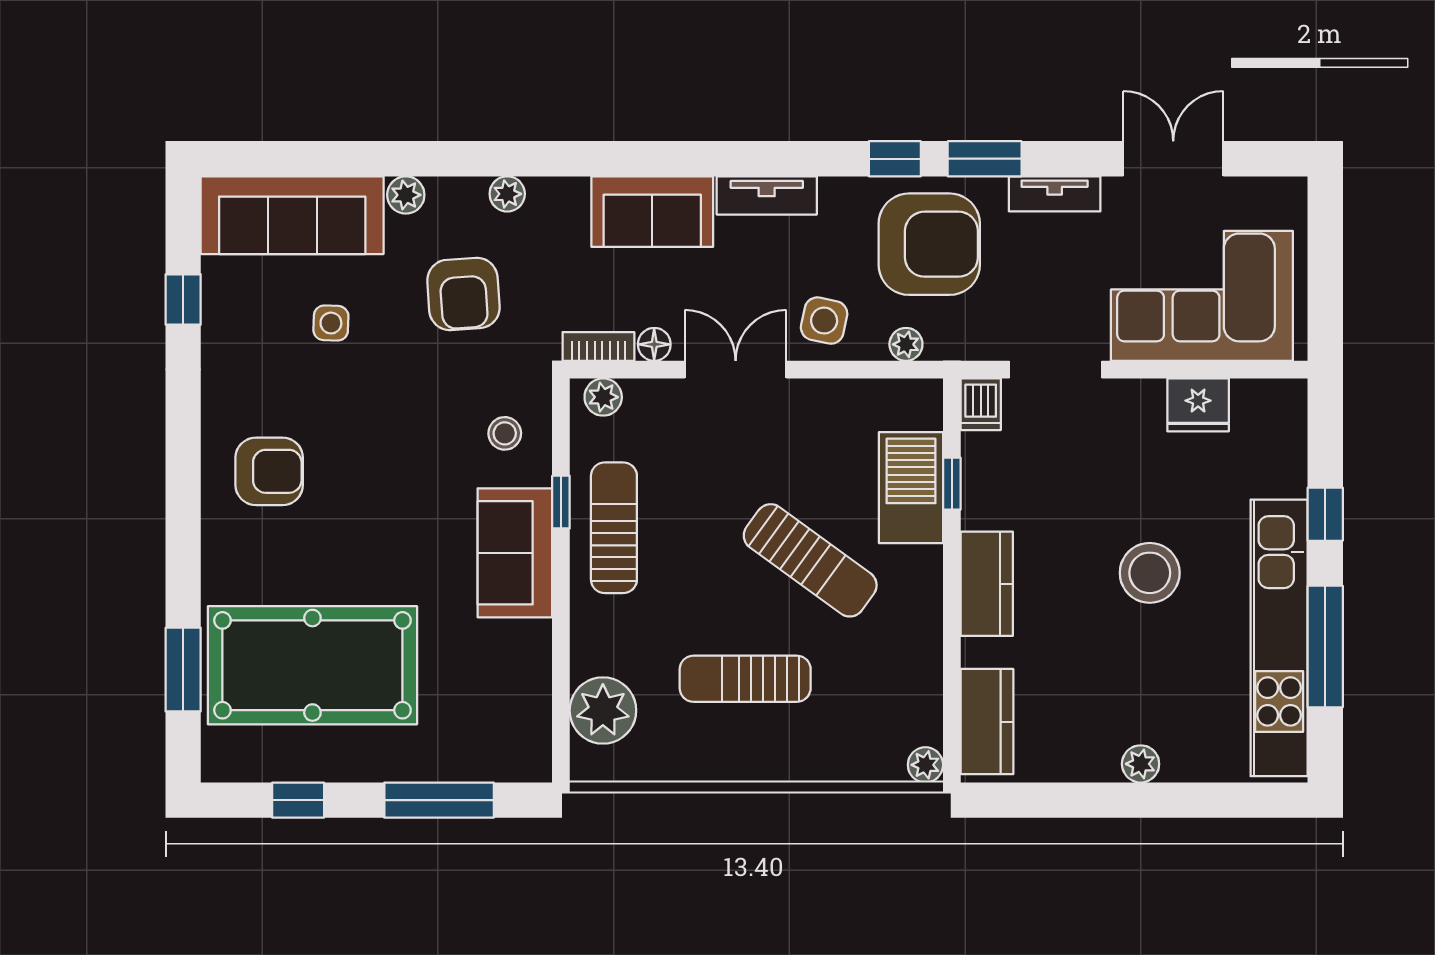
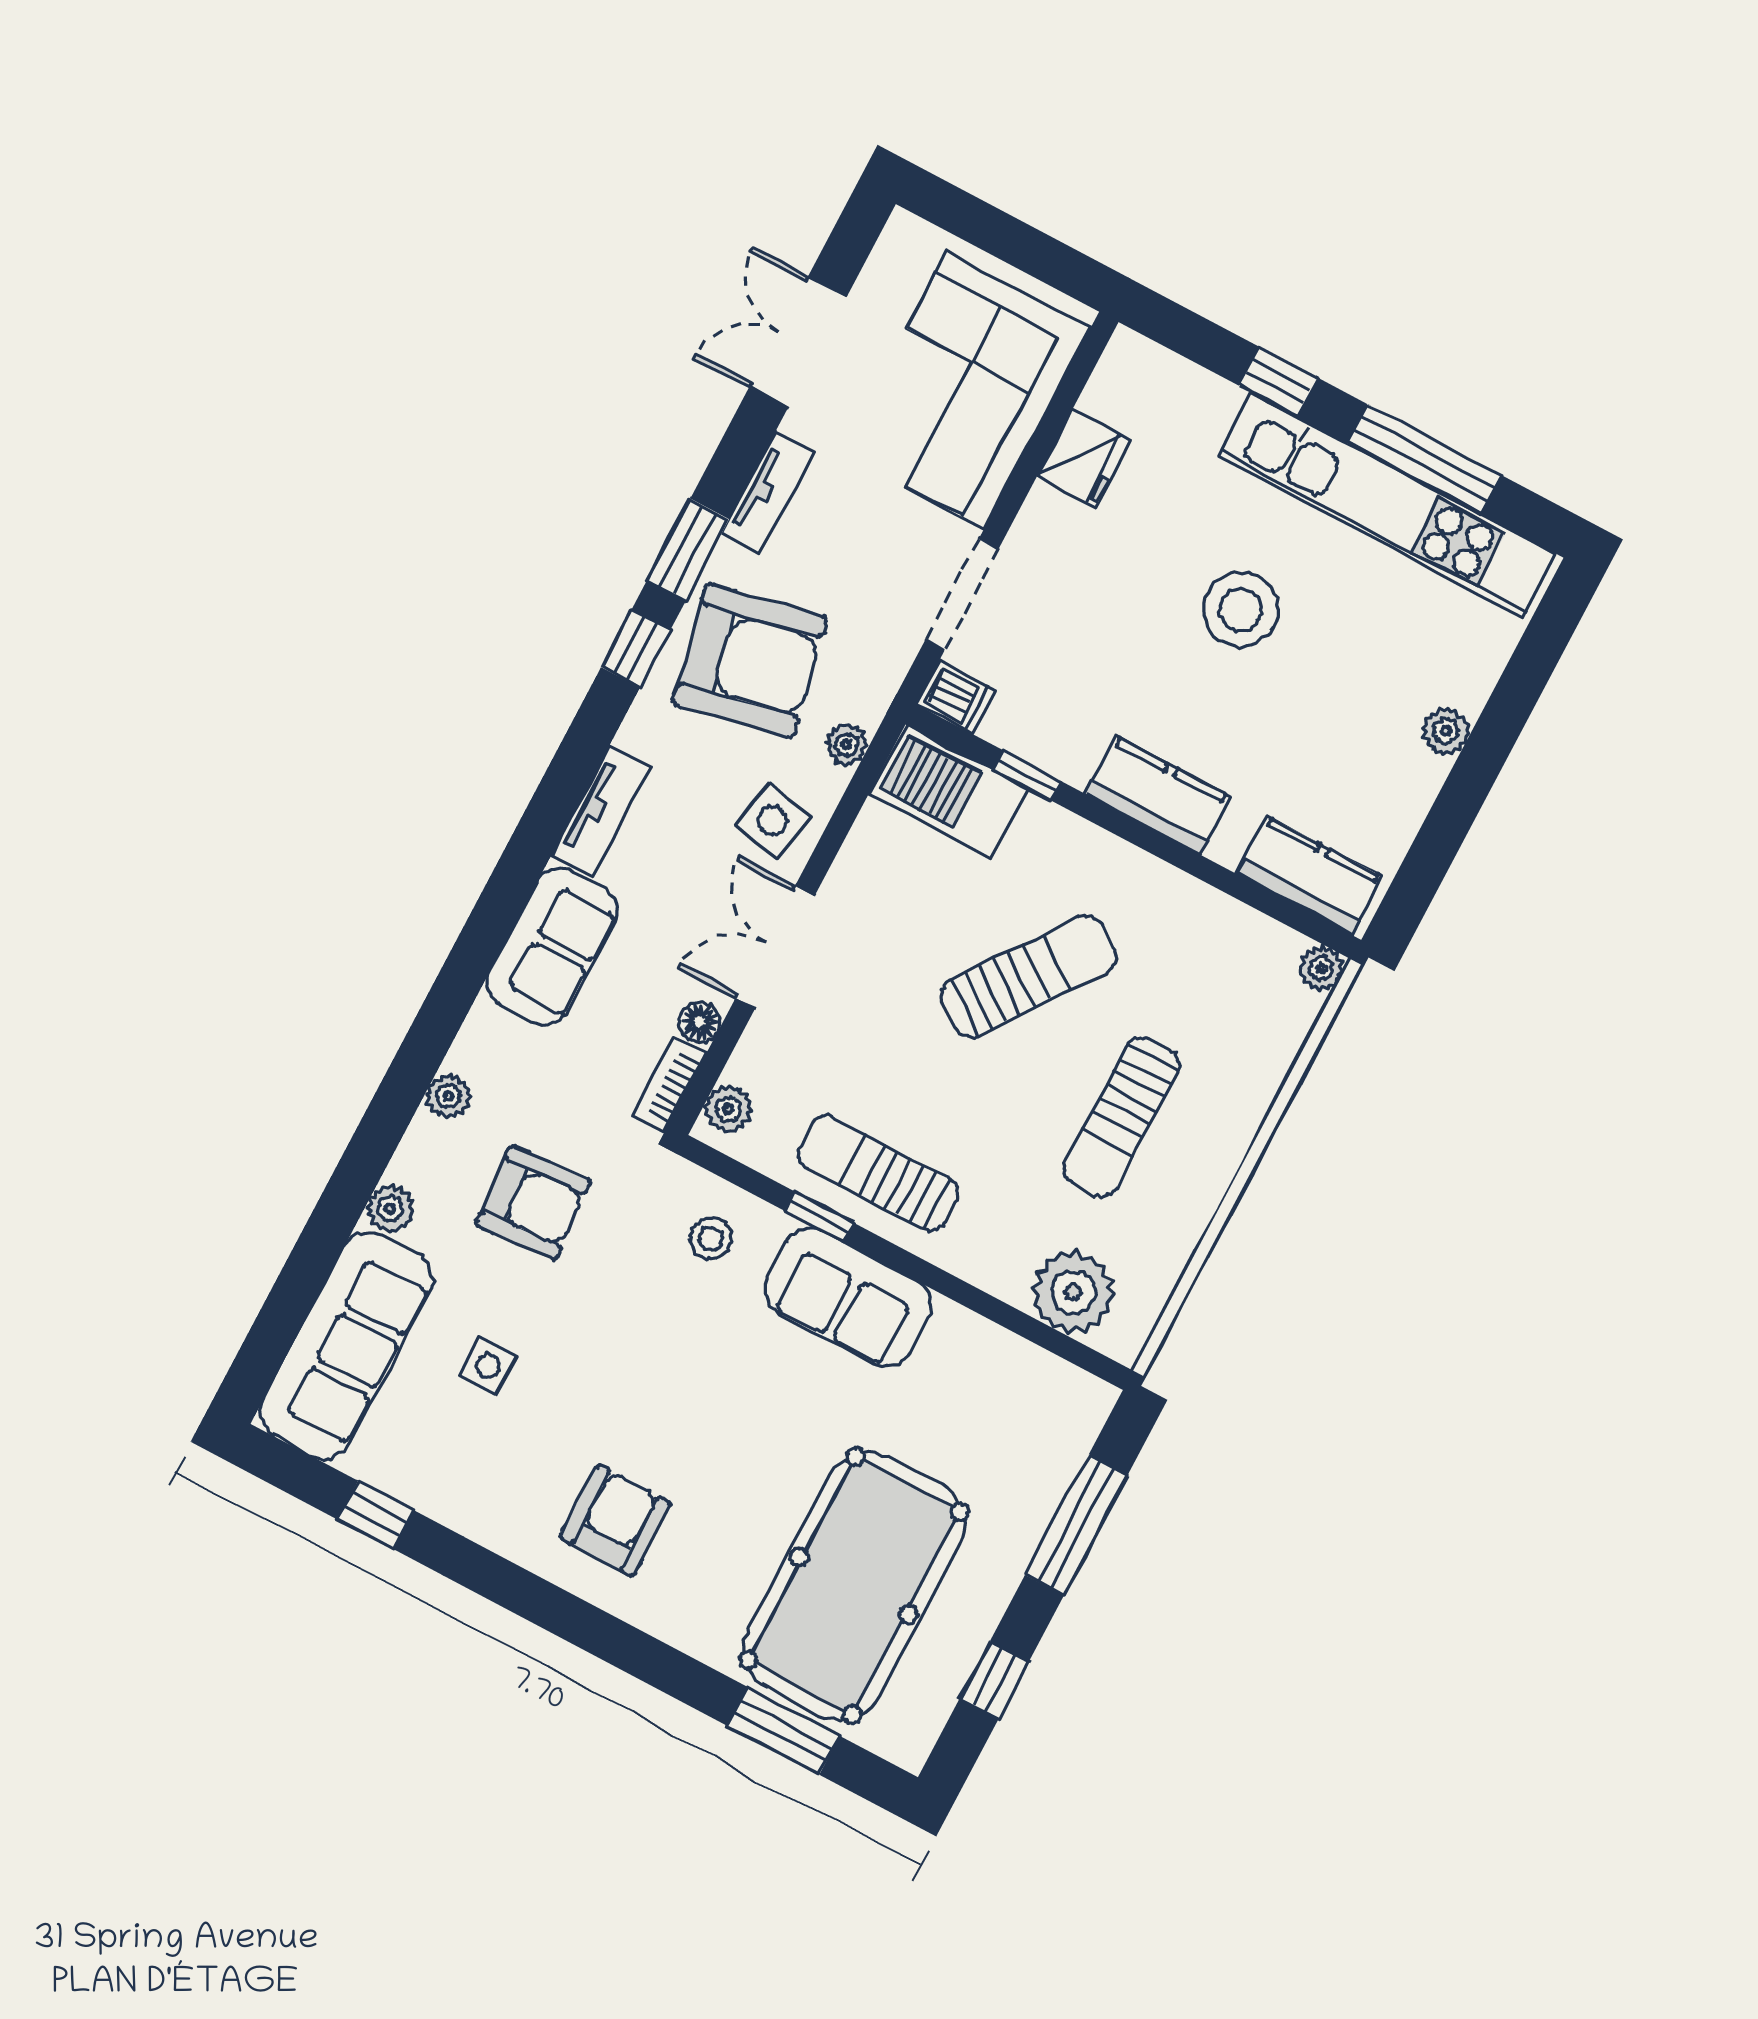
armchair: (929, 244) -> (750, 661), turned 78
barbecue: (911, 488) -> (948, 791), moved

